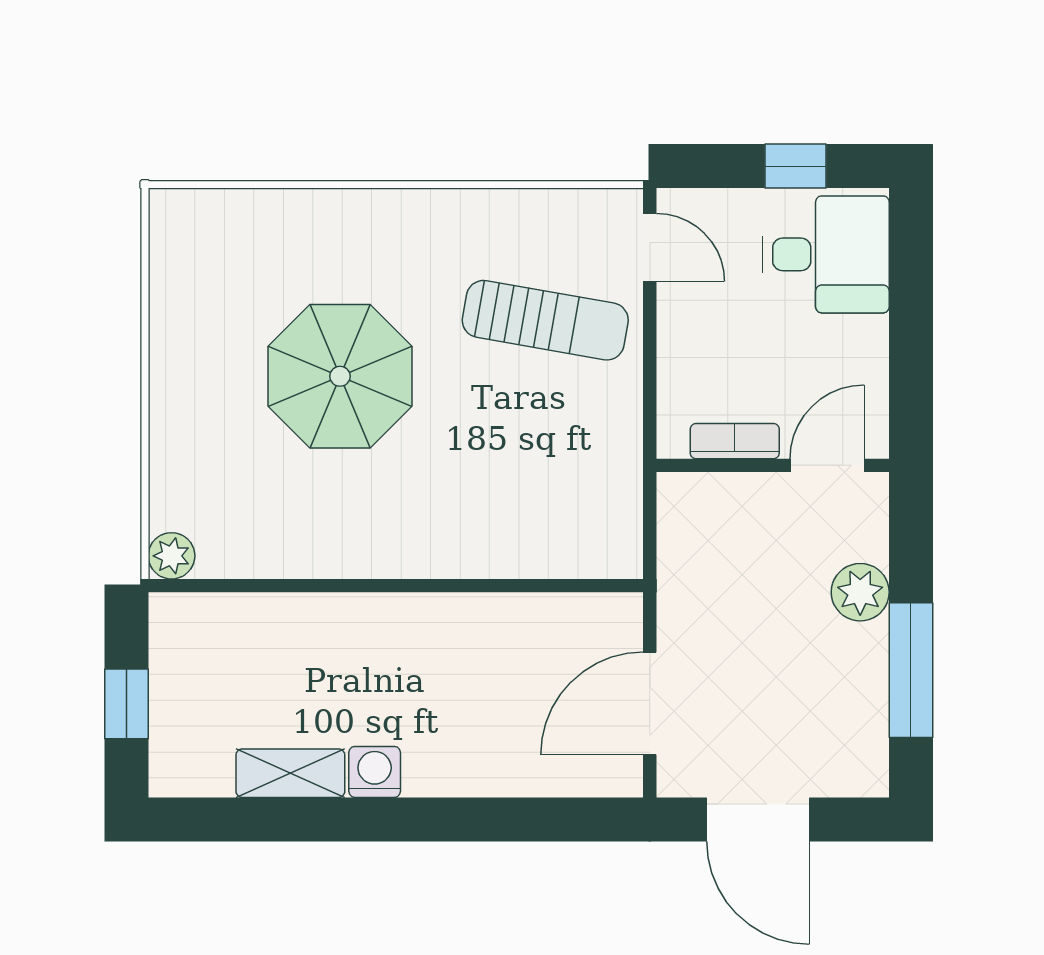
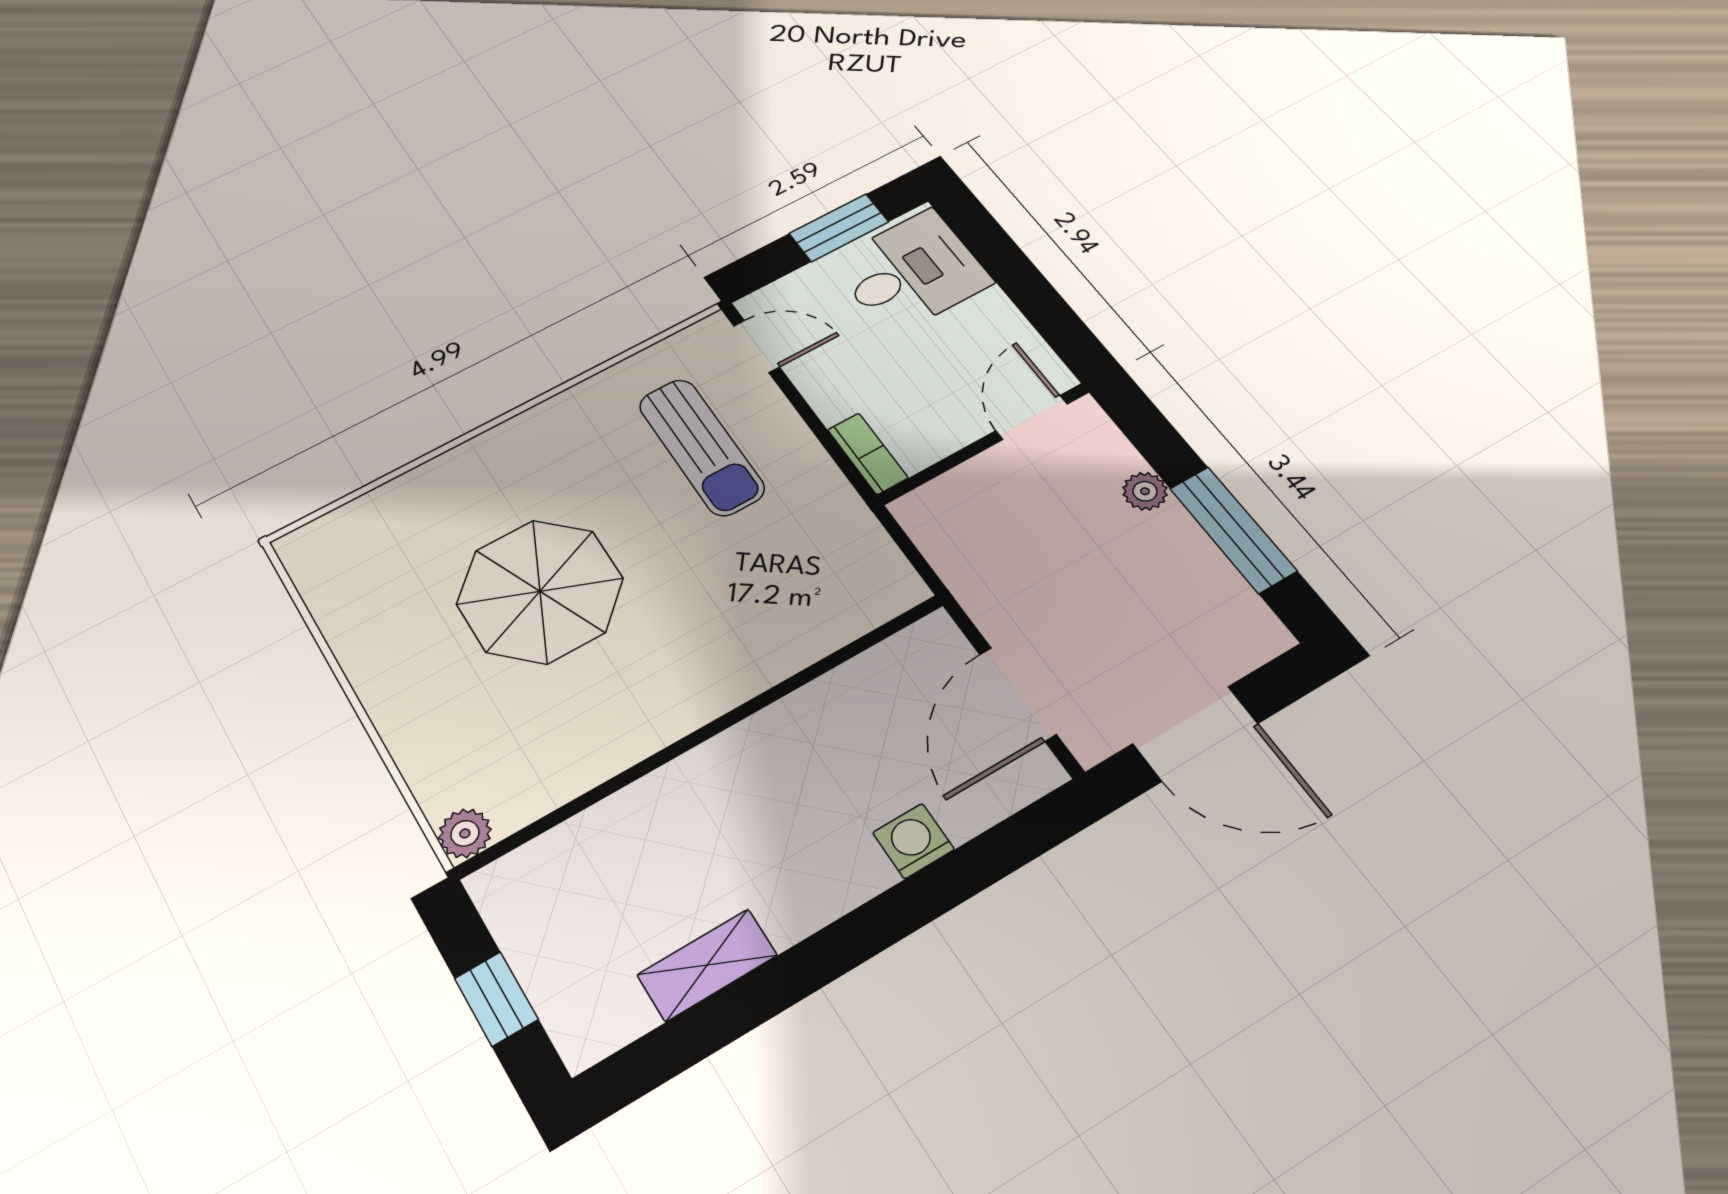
window: (796, 166) -> (839, 228), width x1.50
sun lounger: (545, 320) -> (701, 447), turned 80
bookcase: (735, 441) -> (868, 454), moved, turned 90
plant: (860, 592) -> (1145, 491), width x0.73, depth x0.73
washing machine: (375, 772) -> (913, 841), moved

